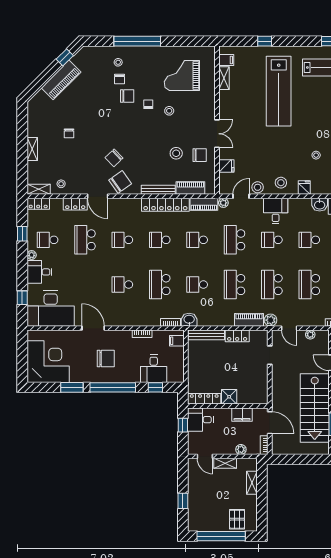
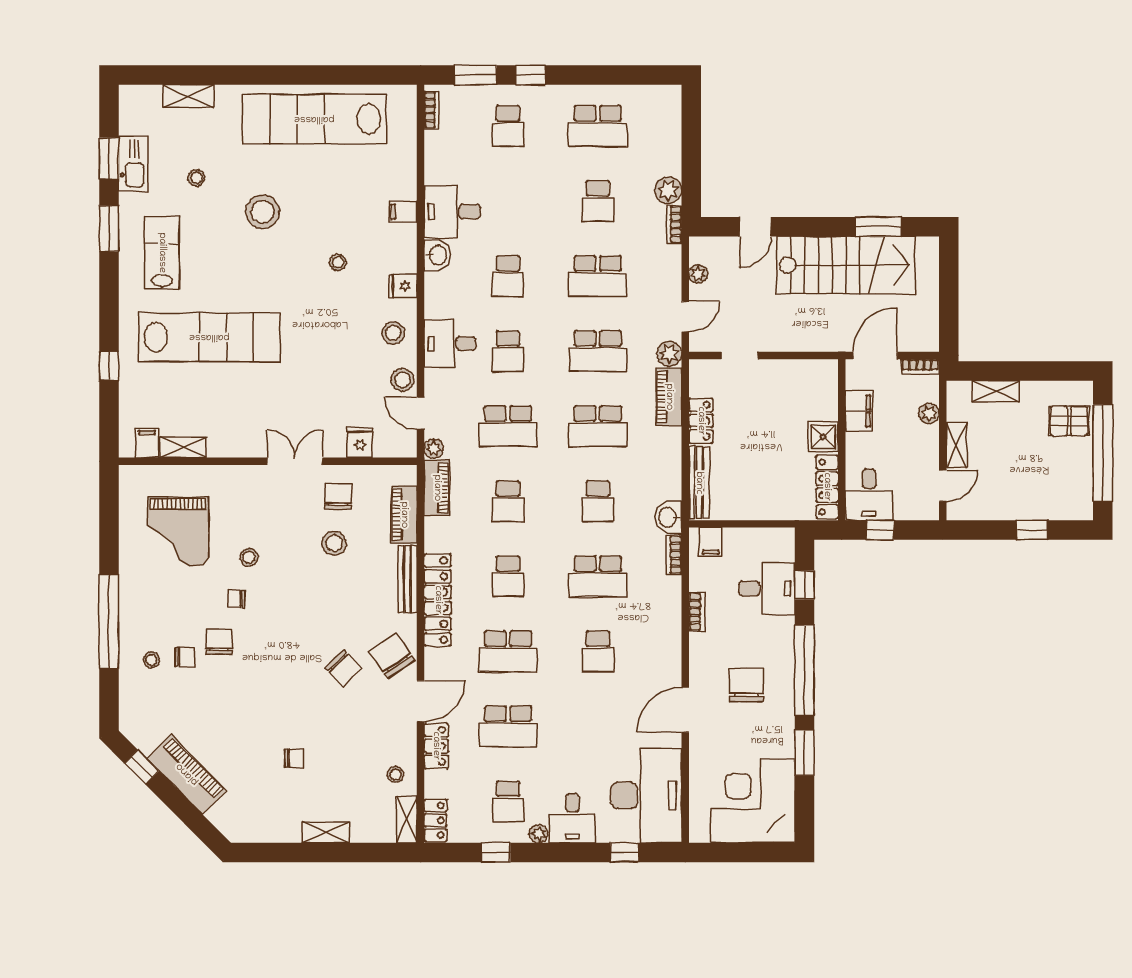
locker: (165, 205) -> (438, 600), moved
school desk: (122, 240) -> (508, 651), width x1.85

